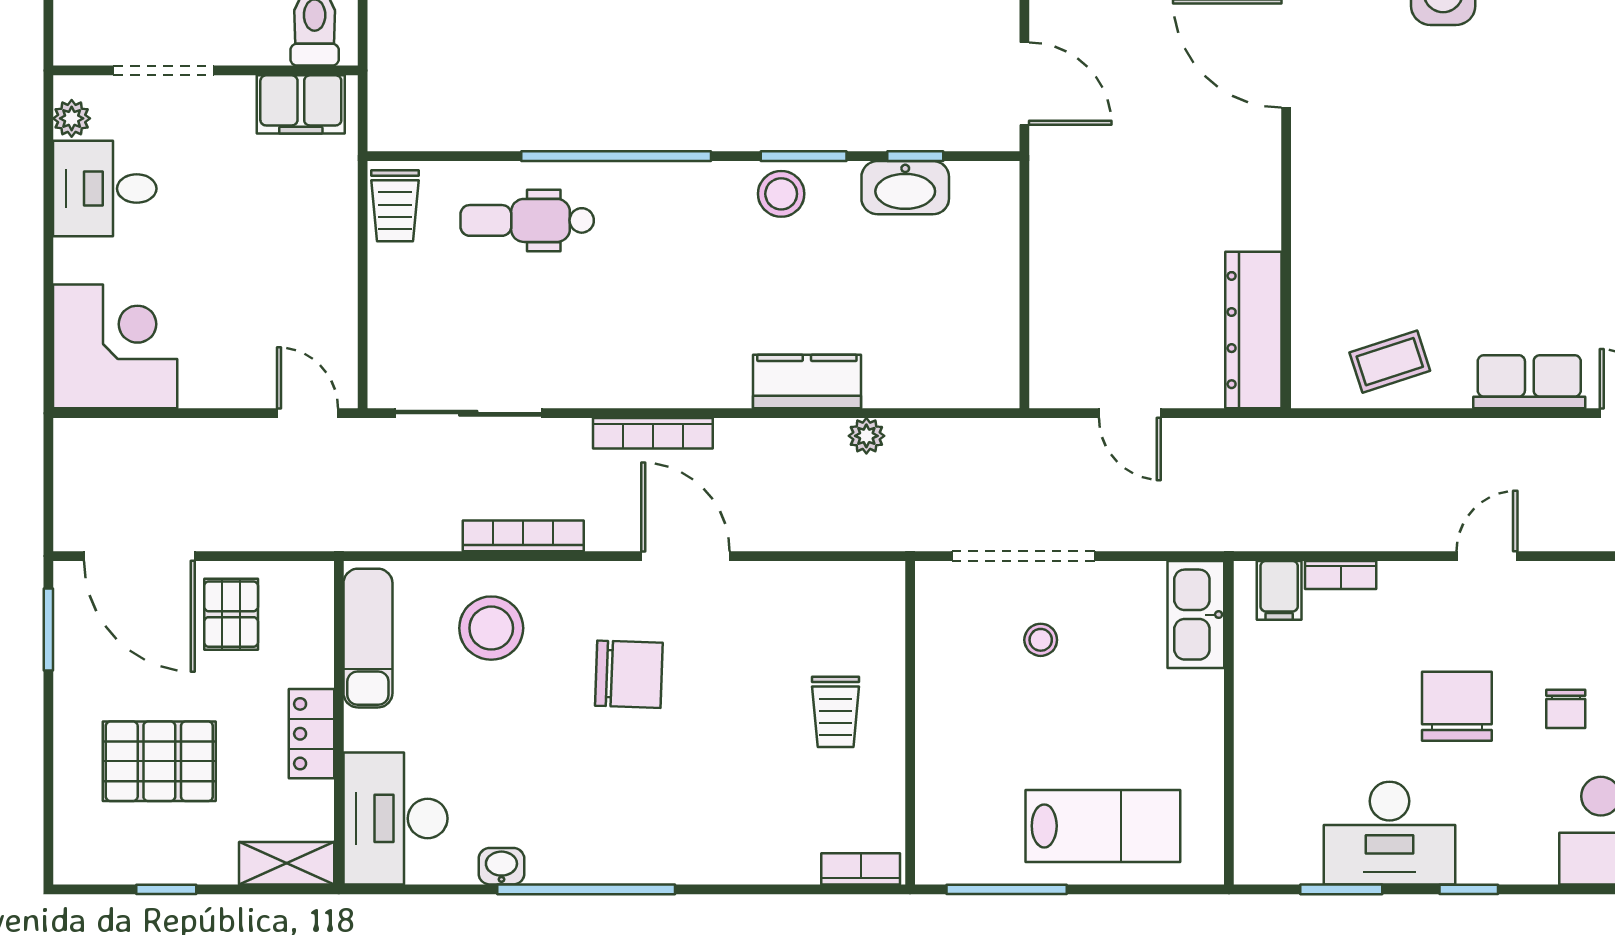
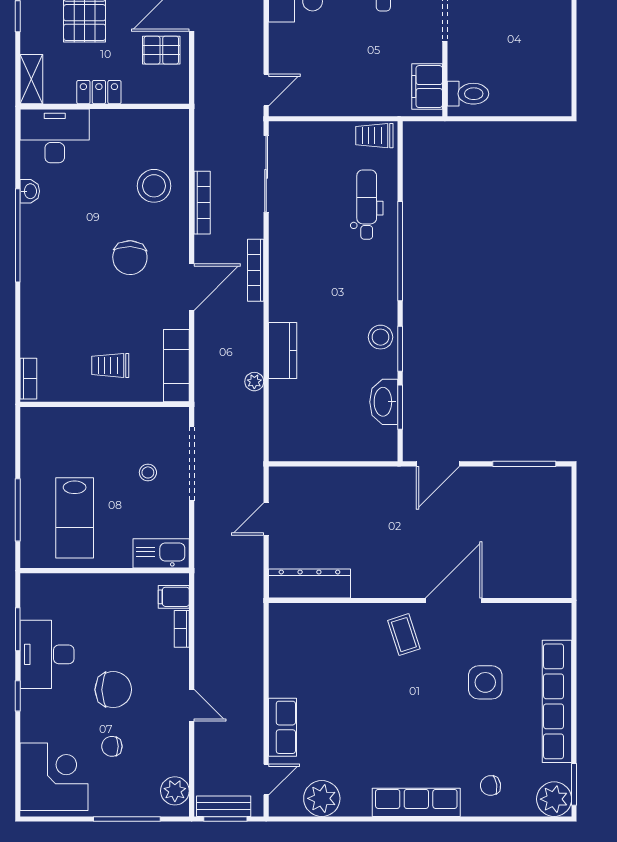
window: (915, 156) -> (400, 407), width x1.50
coffee table: (1390, 362) -> (404, 635), moved
exam couch: (368, 638) -> (176, 366), moved, turned 90
lab bench: (1103, 826) -> (75, 518), moved
window: (1007, 889) -> (18, 510), moved

